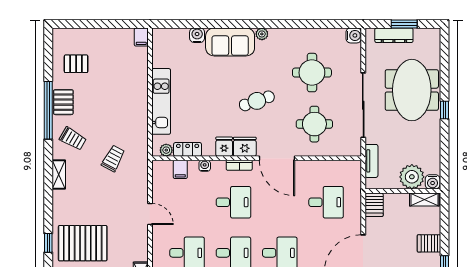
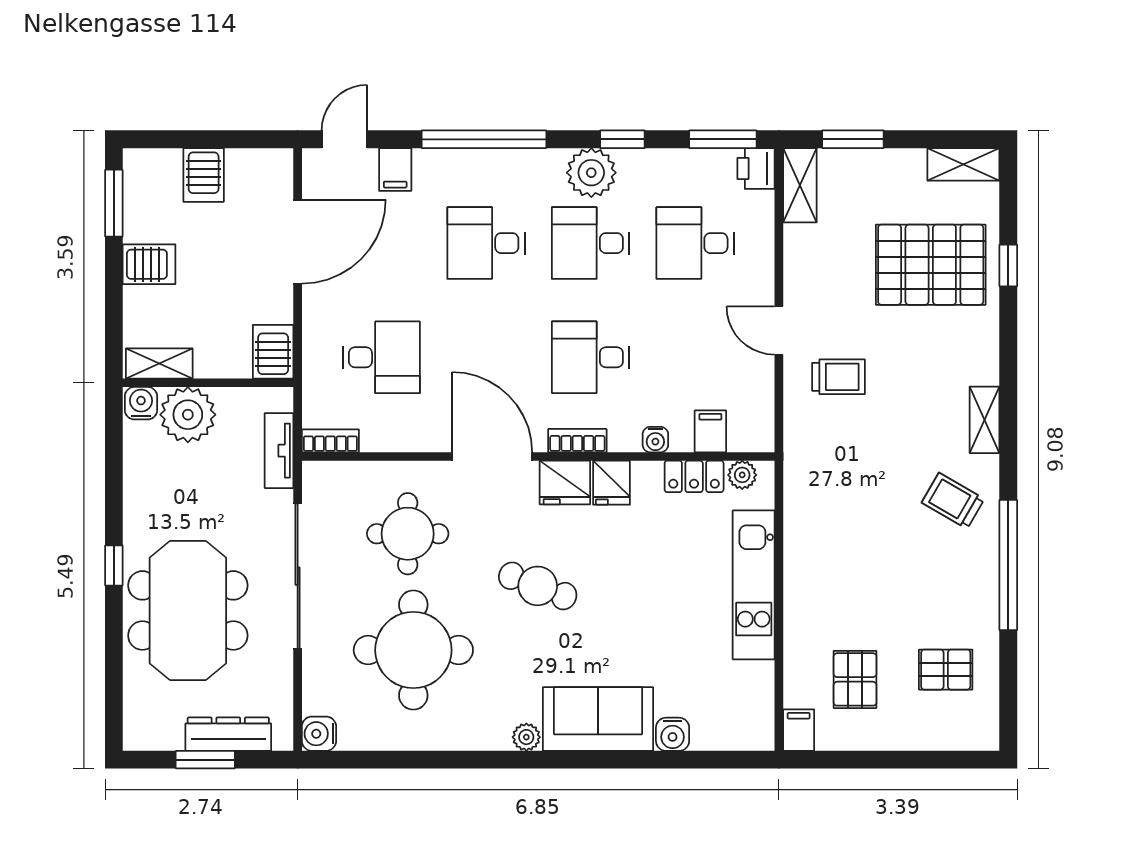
round table: (312, 73) -> (413, 650), width x1.36, depth x1.36
cafe table: (257, 101) -> (538, 586), turned 40
pallet: (63, 102) -> (855, 679), moved
trolley: (113, 158) -> (838, 377), moved, turned -118
bookcase: (349, 165) -> (330, 441), added
desk: (326, 202) -> (381, 357), turned 180

